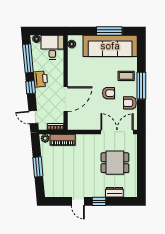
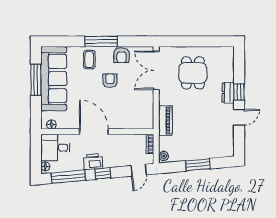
door: (66, 99) -> (94, 132), moved
piano: (63, 140) -> (165, 120), moved
dresser: (114, 192) -> (228, 93), moved

